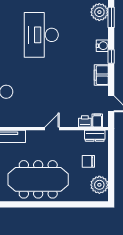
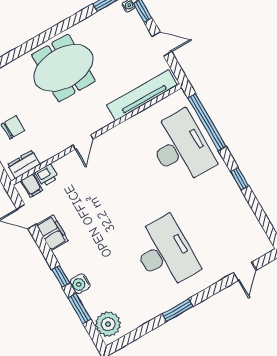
window: (111, 17) -> (79, 308), moved
filing cabinet: (101, 75) -> (52, 233), moved
meeting table: (38, 179) -> (63, 68), width x0.73

